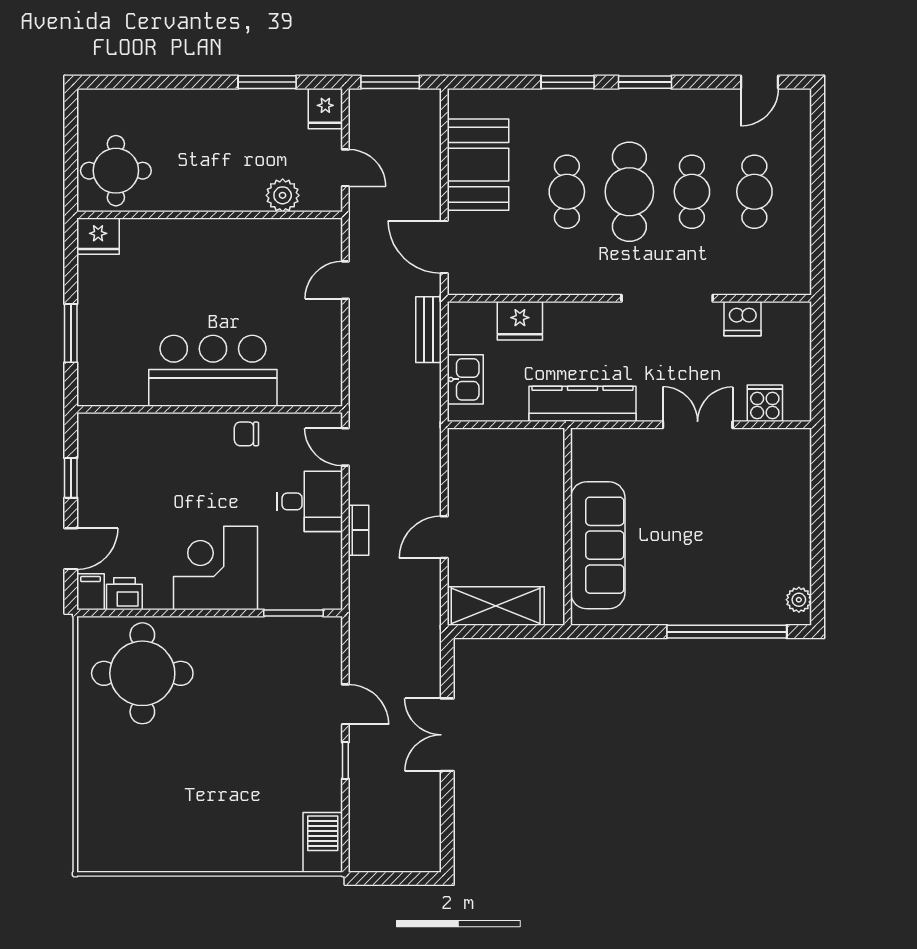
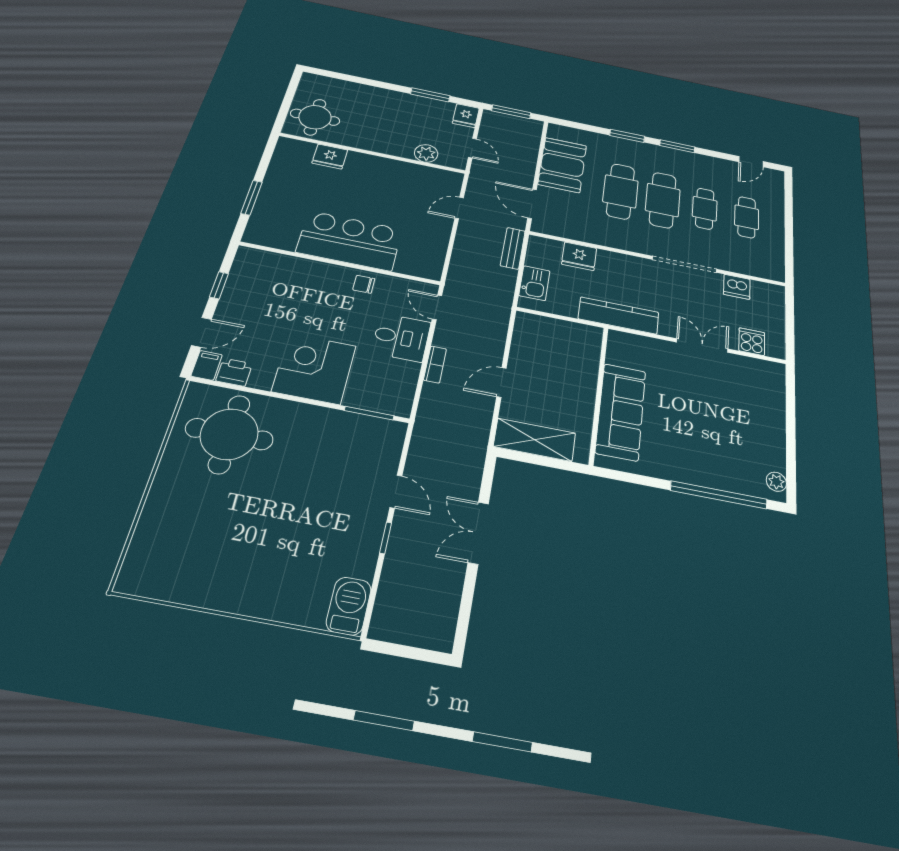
cafe table: (567, 192) -> (620, 191), width x1.37, depth x1.35
fridge: (98, 236) -> (330, 156), moved

